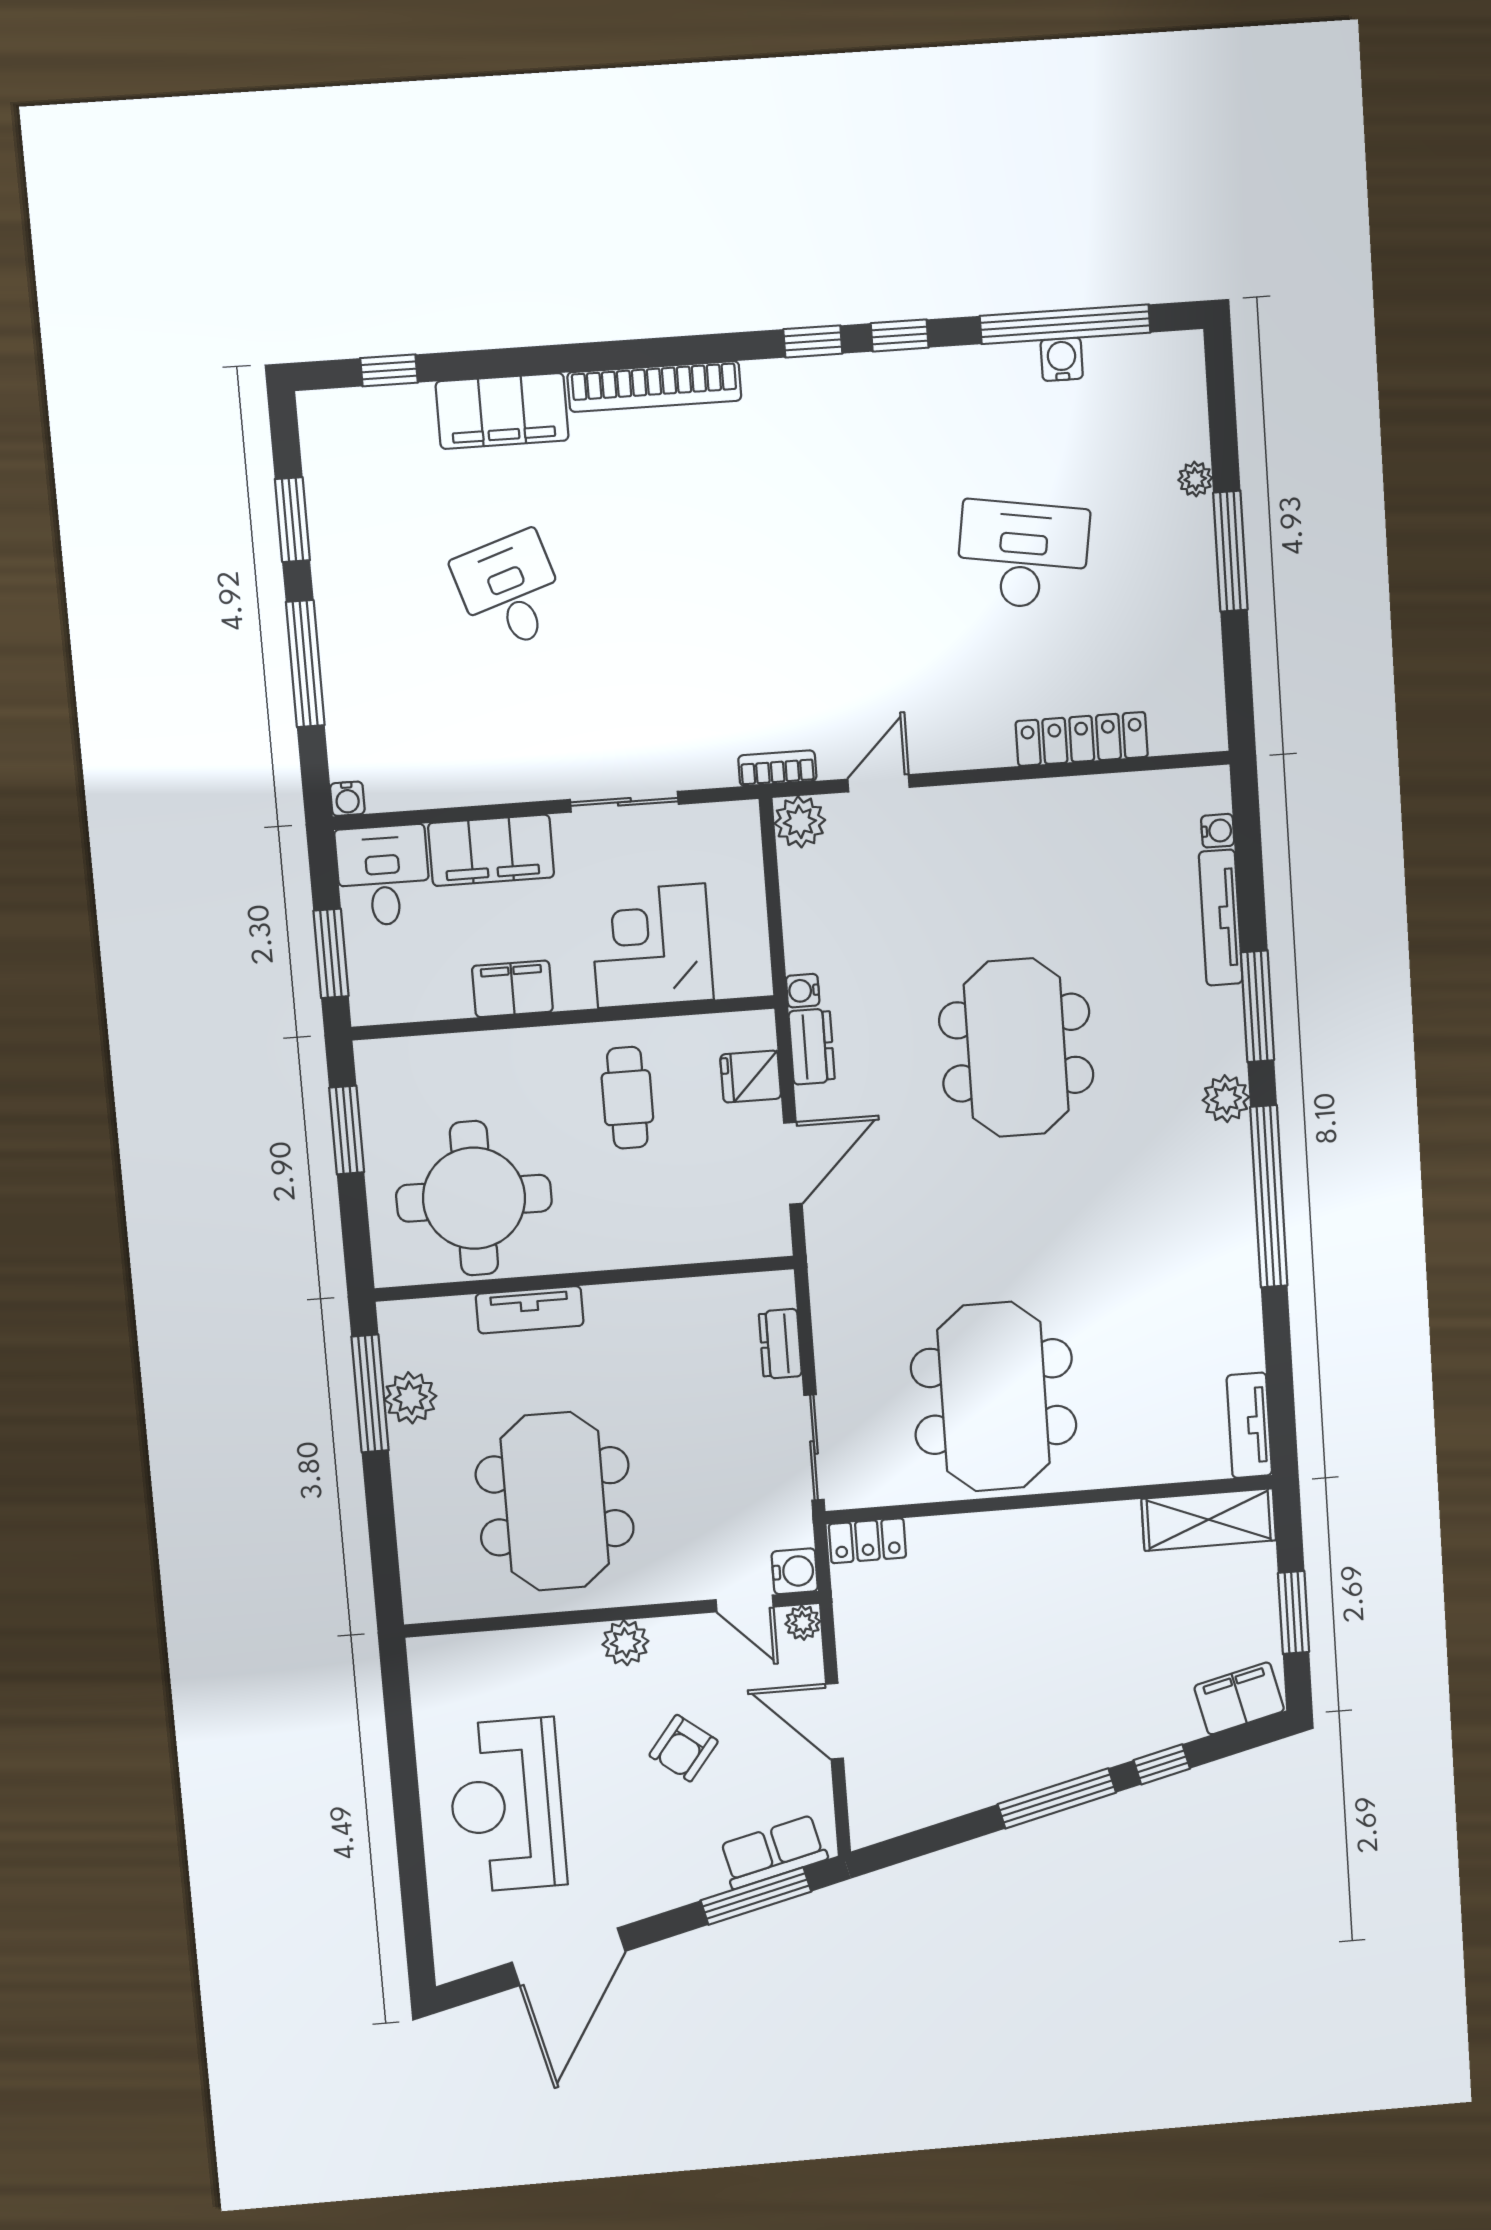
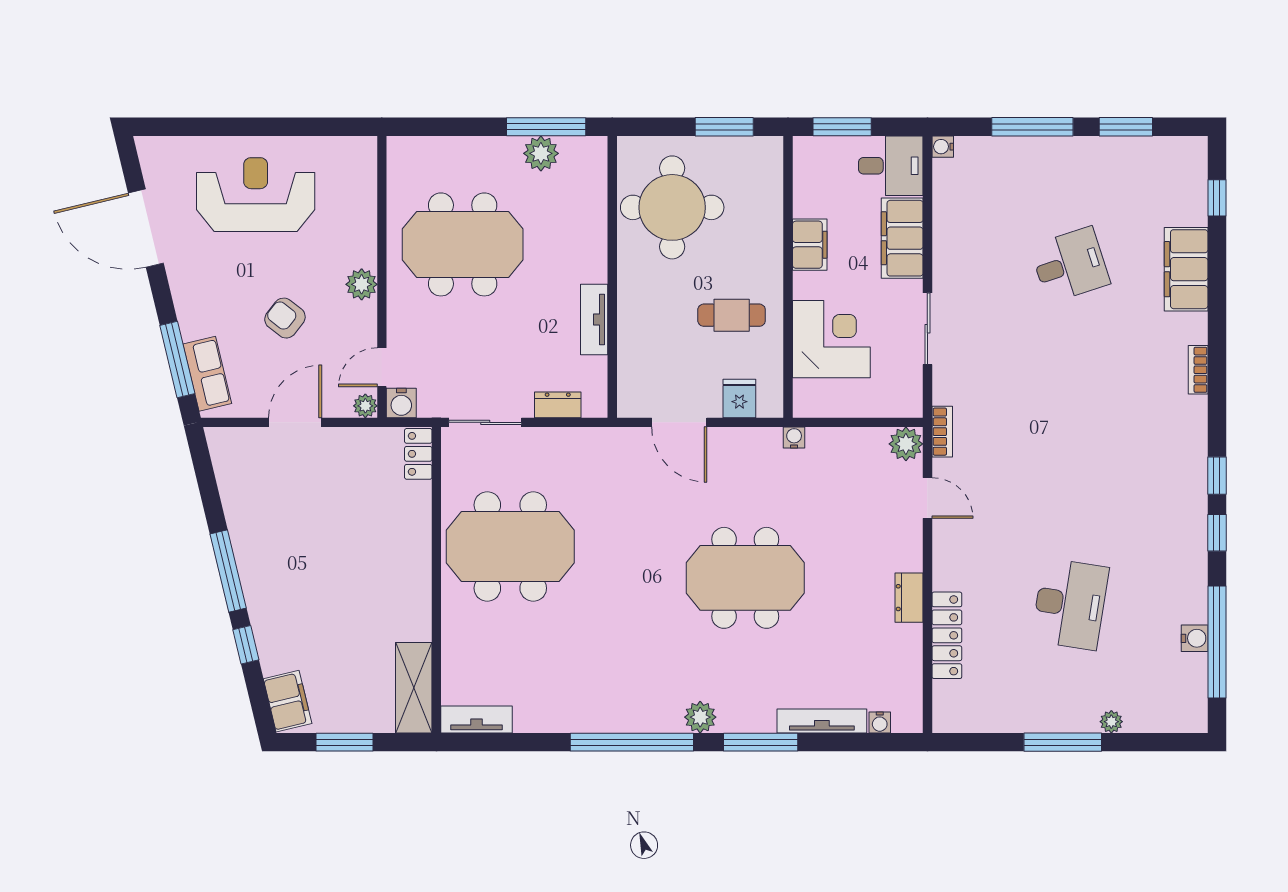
bookcase: (654, 386) -> (1198, 370), width x0.43, depth x0.76
dresser: (812, 1047) -> (909, 598), moved, turned 90
tv unit: (530, 1310) -> (594, 320), moved

